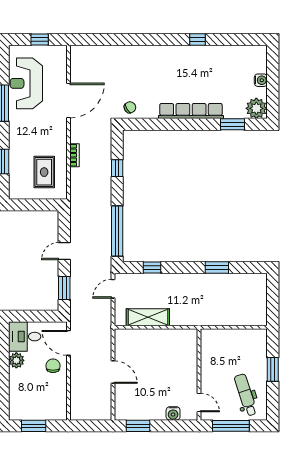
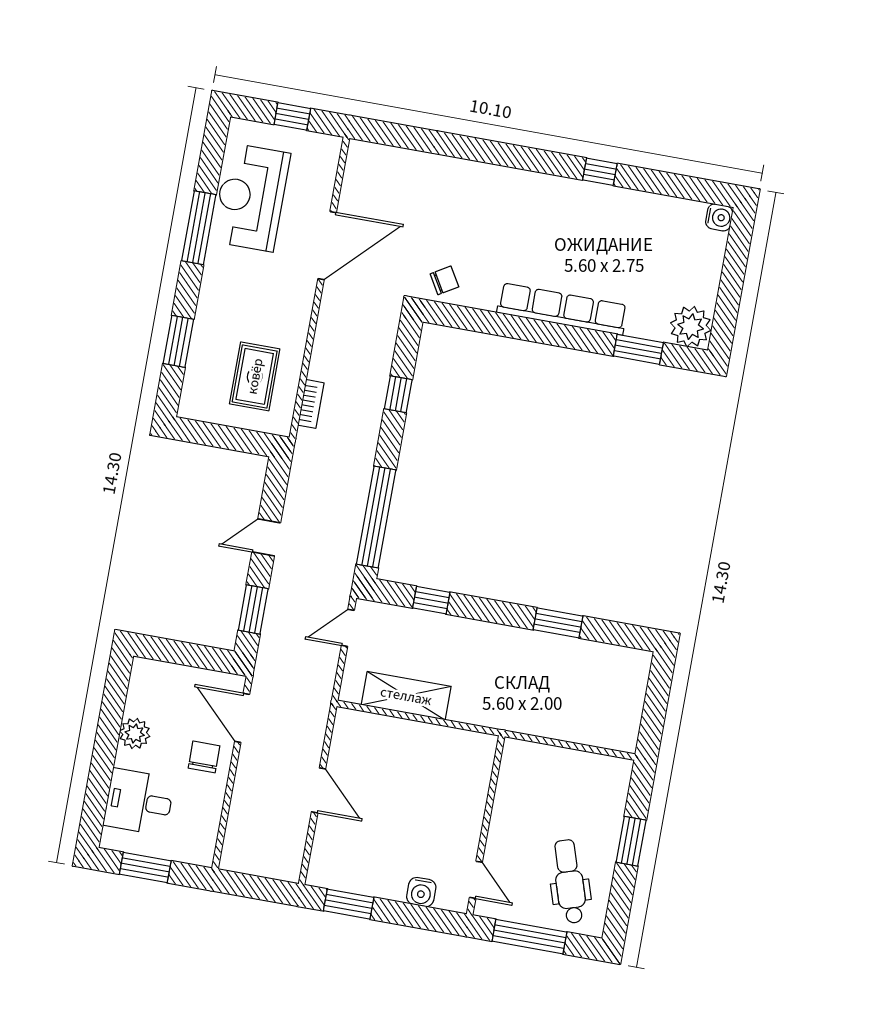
water cooler: (261, 80) -> (719, 217), moved
bookcase: (74, 155) -> (311, 404), moved
desk: (25, 337) -> (139, 802), moved

